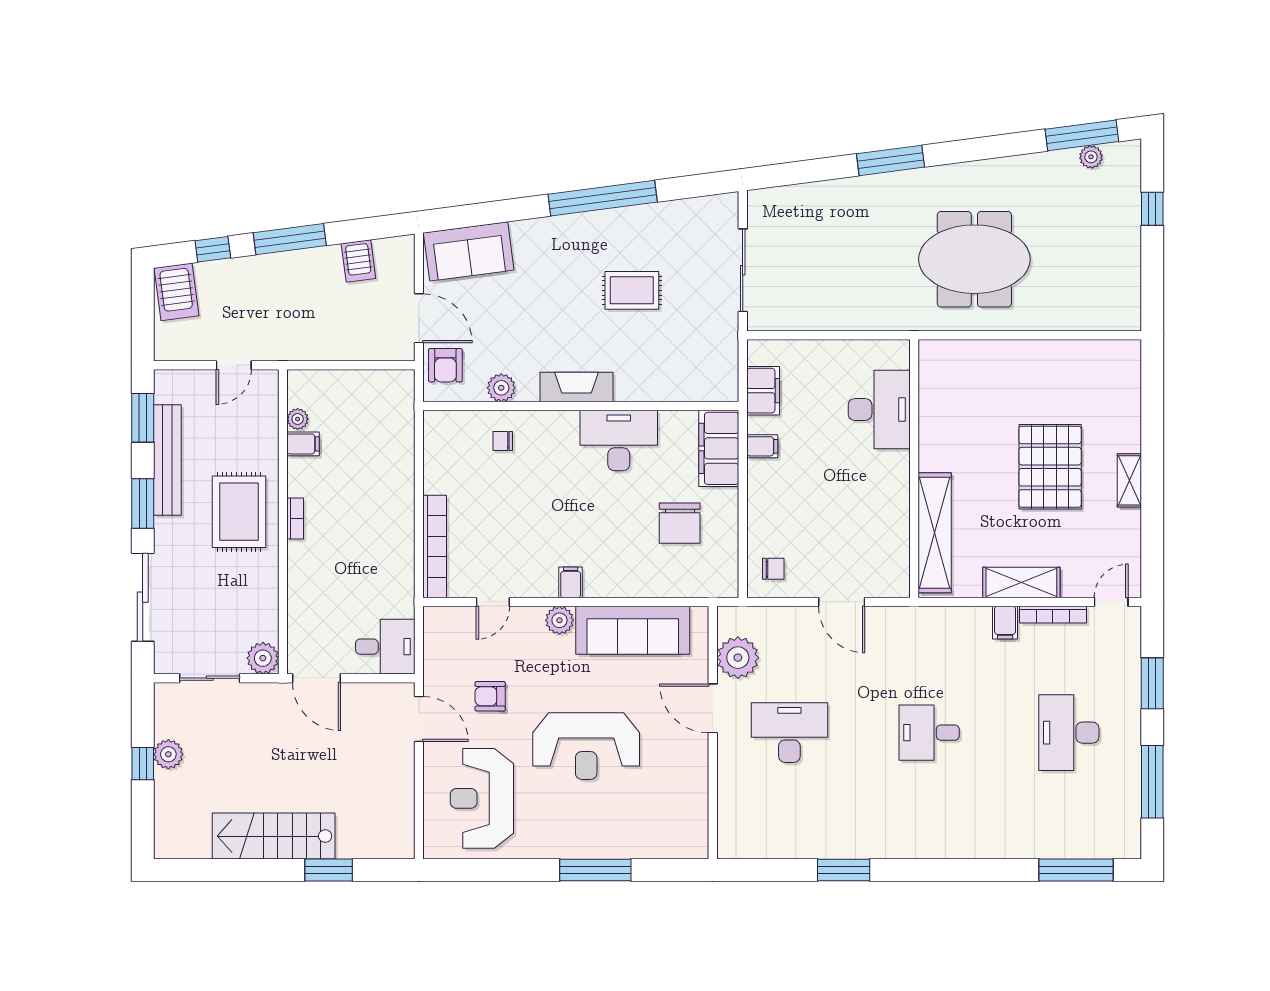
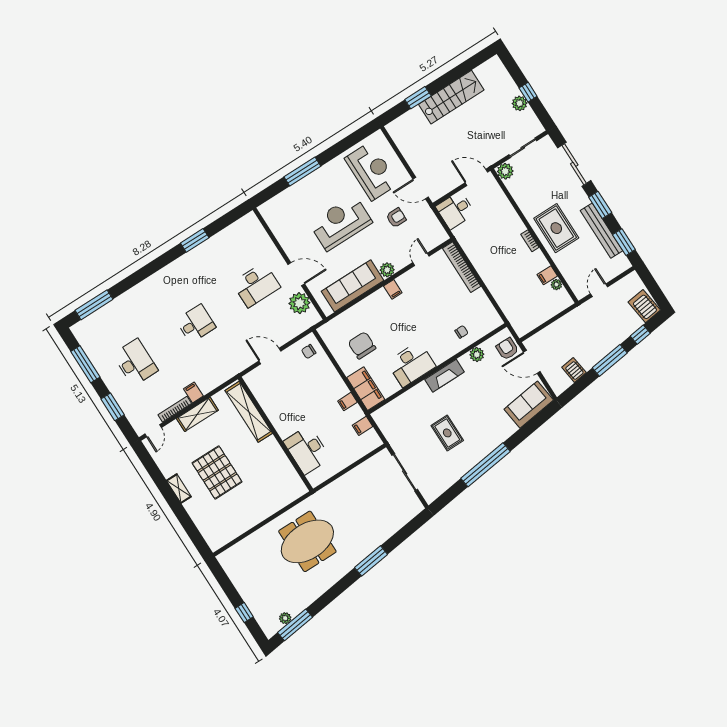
rug: (632, 290) -> (447, 433), turned 90
filing cabinet: (763, 391) -> (363, 426), width x0.50

